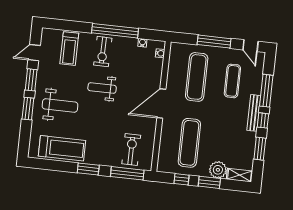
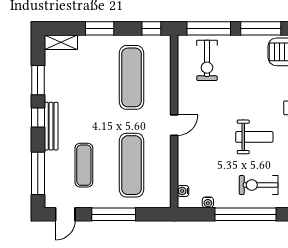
door: (251, 46) -> (65, 214), swing flipped
exercise bike: (103, 52) -> (259, 185), turned -91
window: (266, 91) -> (38, 173), moved
door: (161, 103) -> (174, 125), width x0.53
window: (88, 169) -> (261, 28), width x1.44
plant: (218, 170) -> (90, 46), removed
window: (181, 179) -> (151, 28), moved

